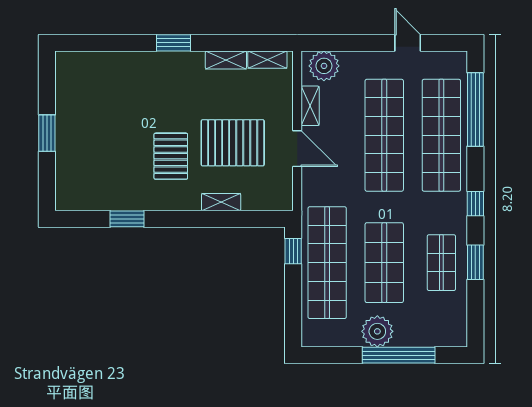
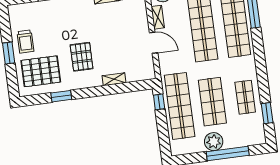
trolley: (78, 117) -> (25, 42), added
pallet: (233, 143) -> (41, 71), moved
window: (475, 204) -> (260, 61), removed
window: (475, 262) -> (267, 113), moved

